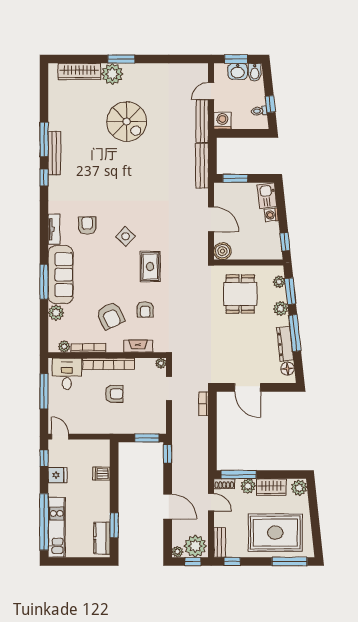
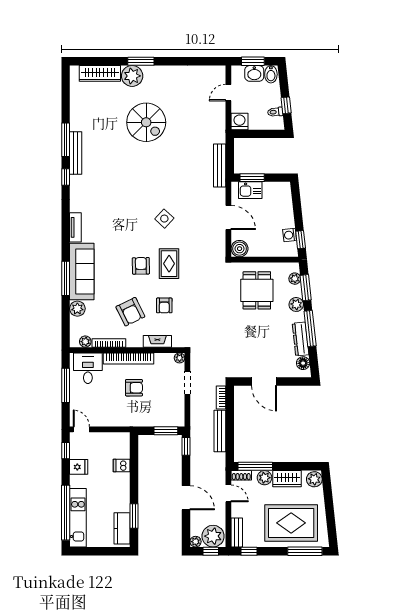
bench: (202, 121) -> (220, 431), moved
kitchen sink: (267, 196) -> (250, 190), moved, turned -84
washing machine: (271, 215) -> (290, 235), moved
armchair: (87, 225) -> (141, 266), moved
side table: (125, 236) -> (164, 219), moved

